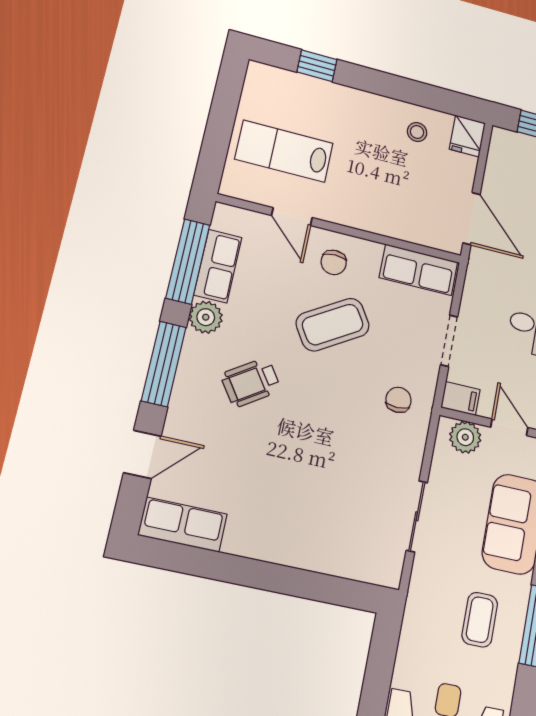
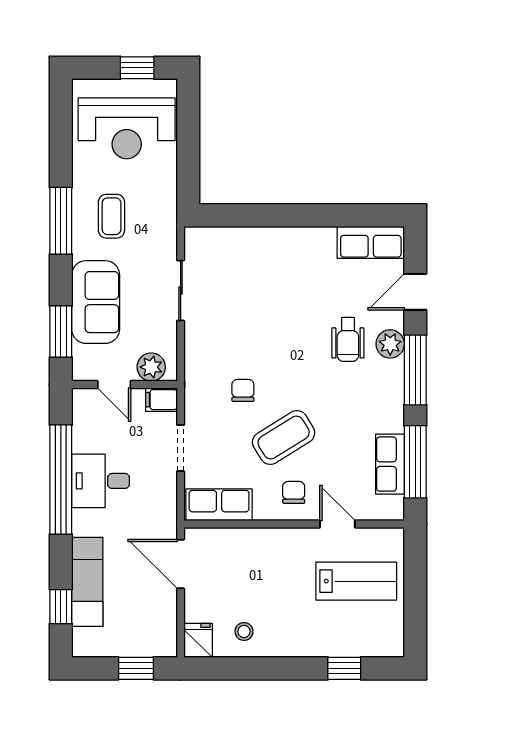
plant: (206, 317) -> (390, 344), moved
wheelchair: (251, 382) -> (348, 339), moved, turned 124
chair: (398, 400) -> (243, 390), moved, turned 180

